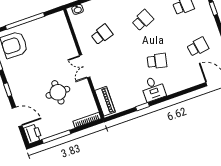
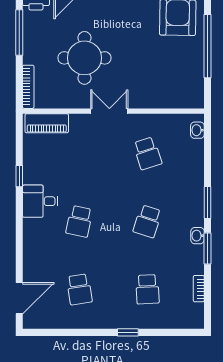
school desk: (143, 20) -> (147, 221), turned 42
round table: (58, 92) -> (84, 58), width x1.36, depth x1.36

